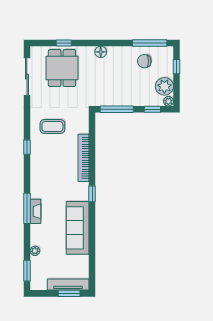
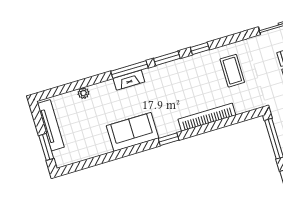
sofa: (78, 228) -> (132, 132), width x0.73
window: (27, 271) -> (167, 58), moved
tv unit: (68, 285) -> (51, 125), moved

